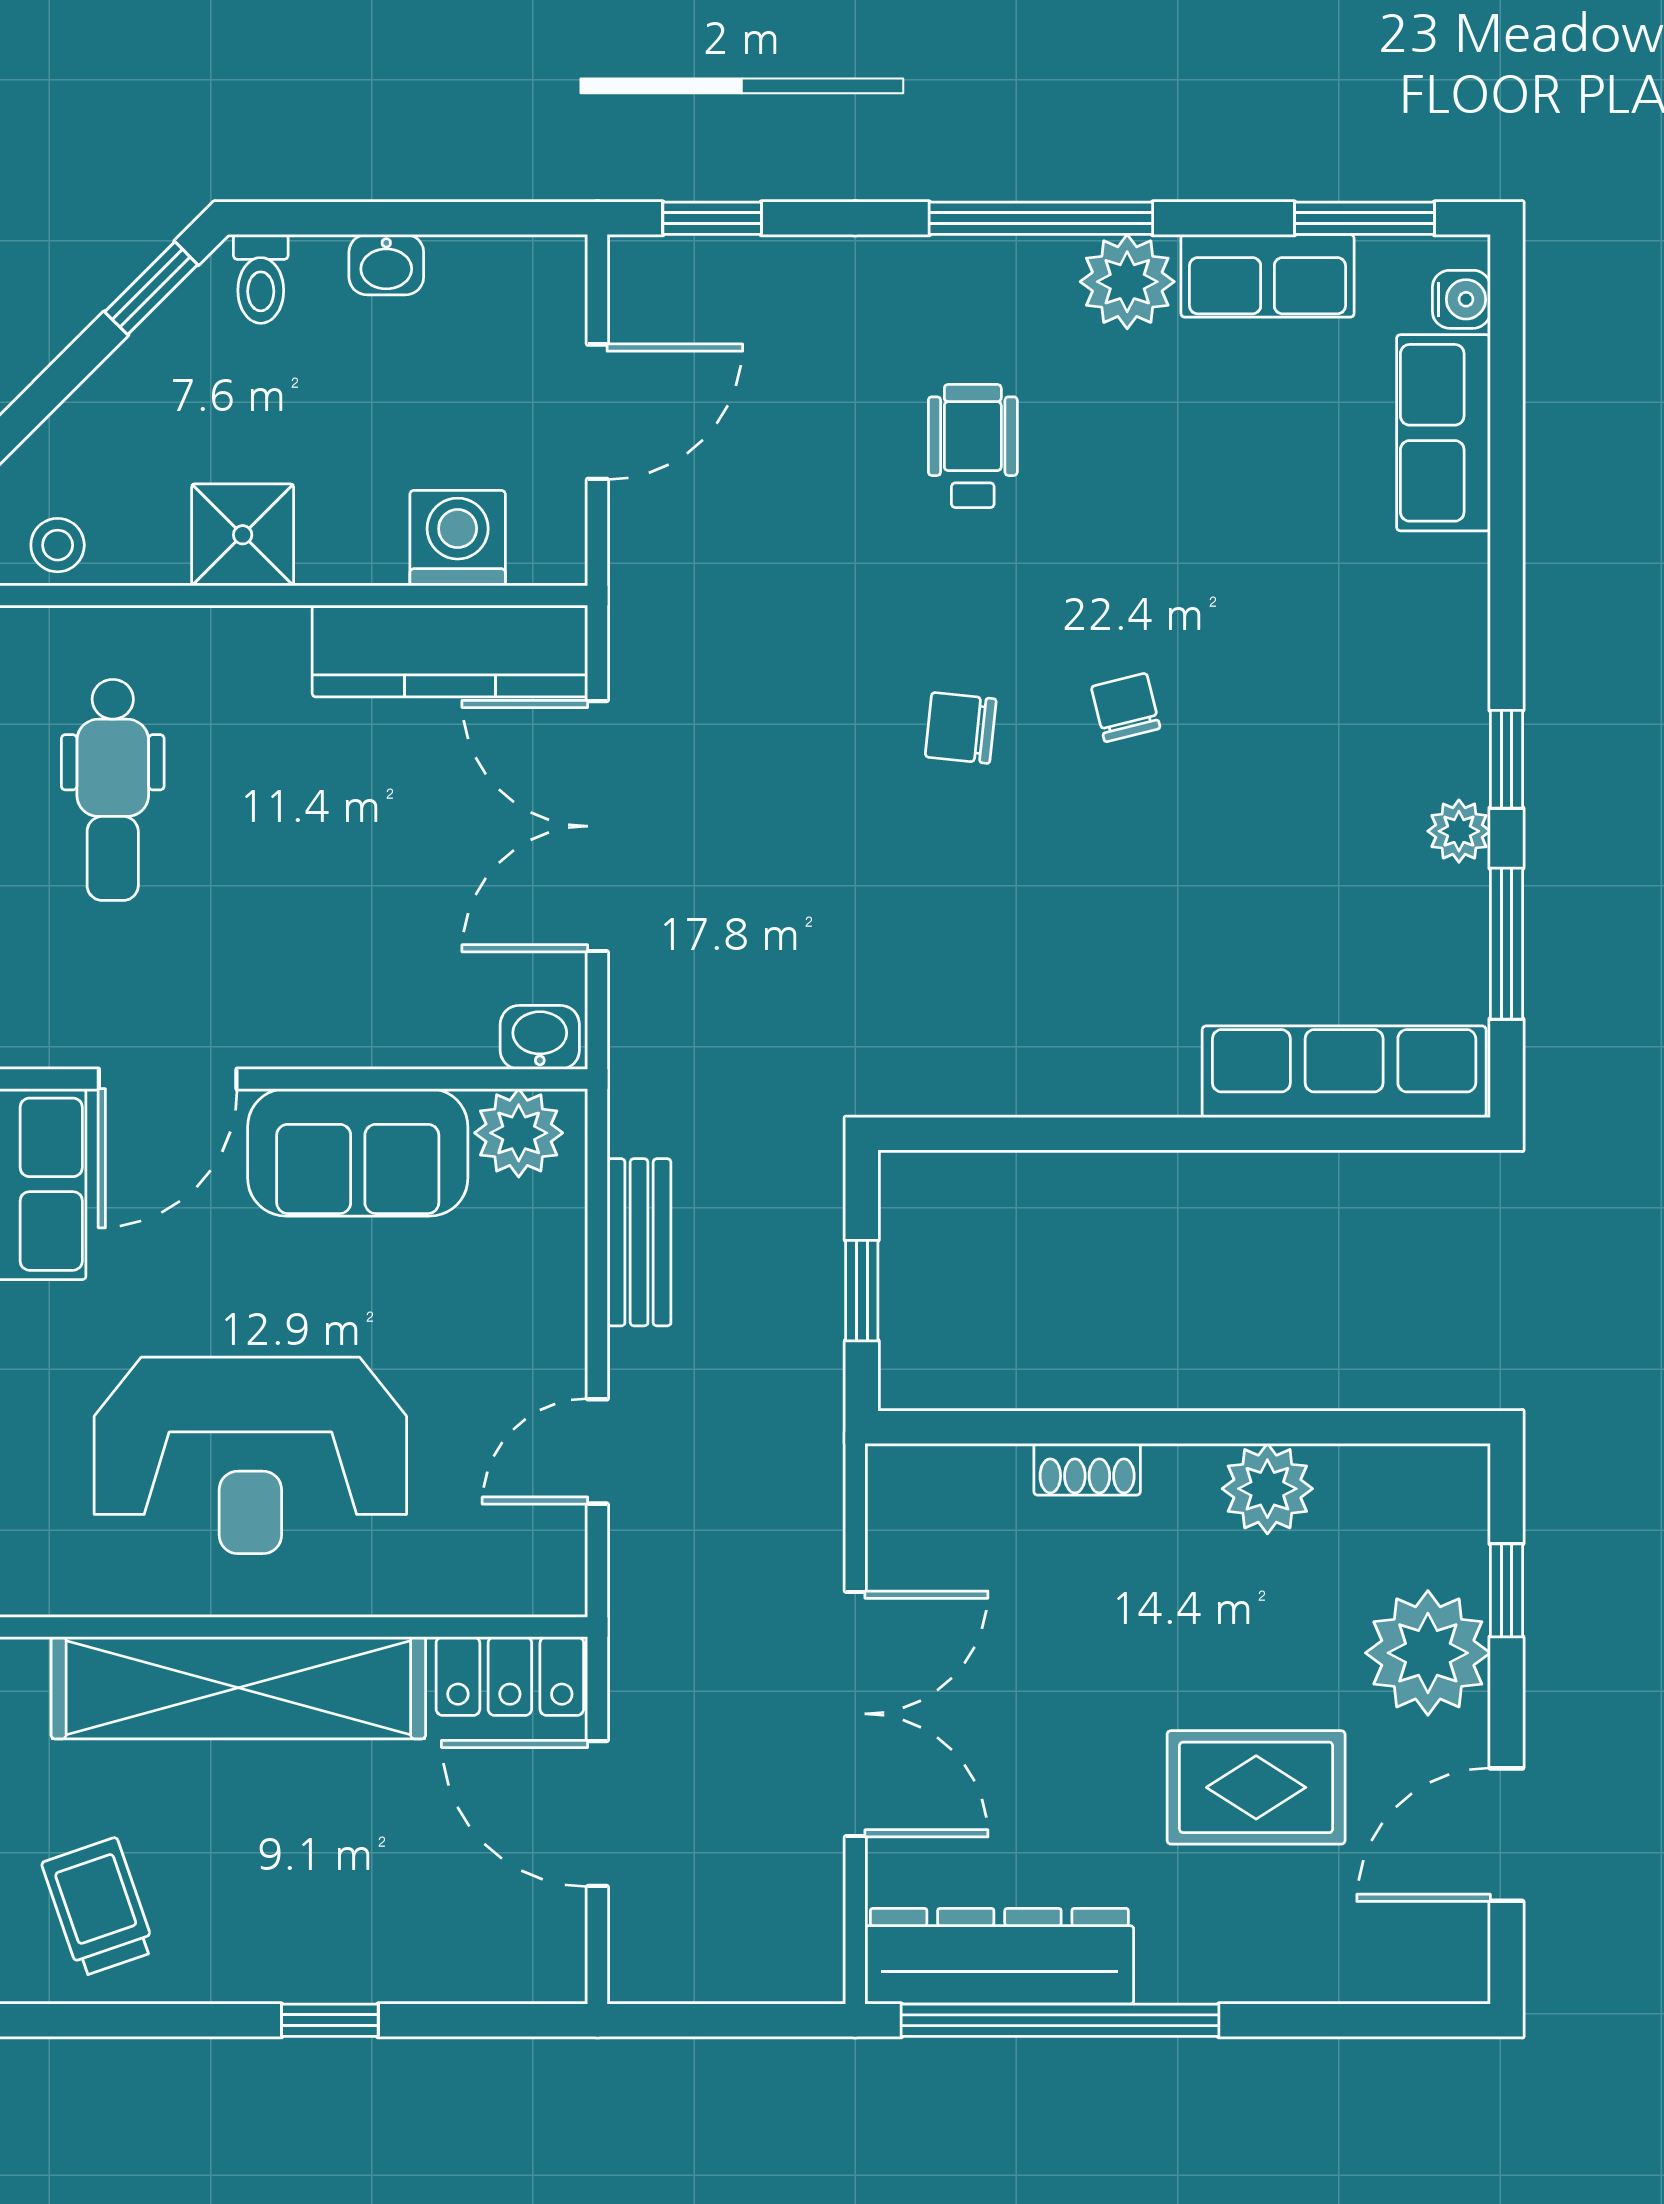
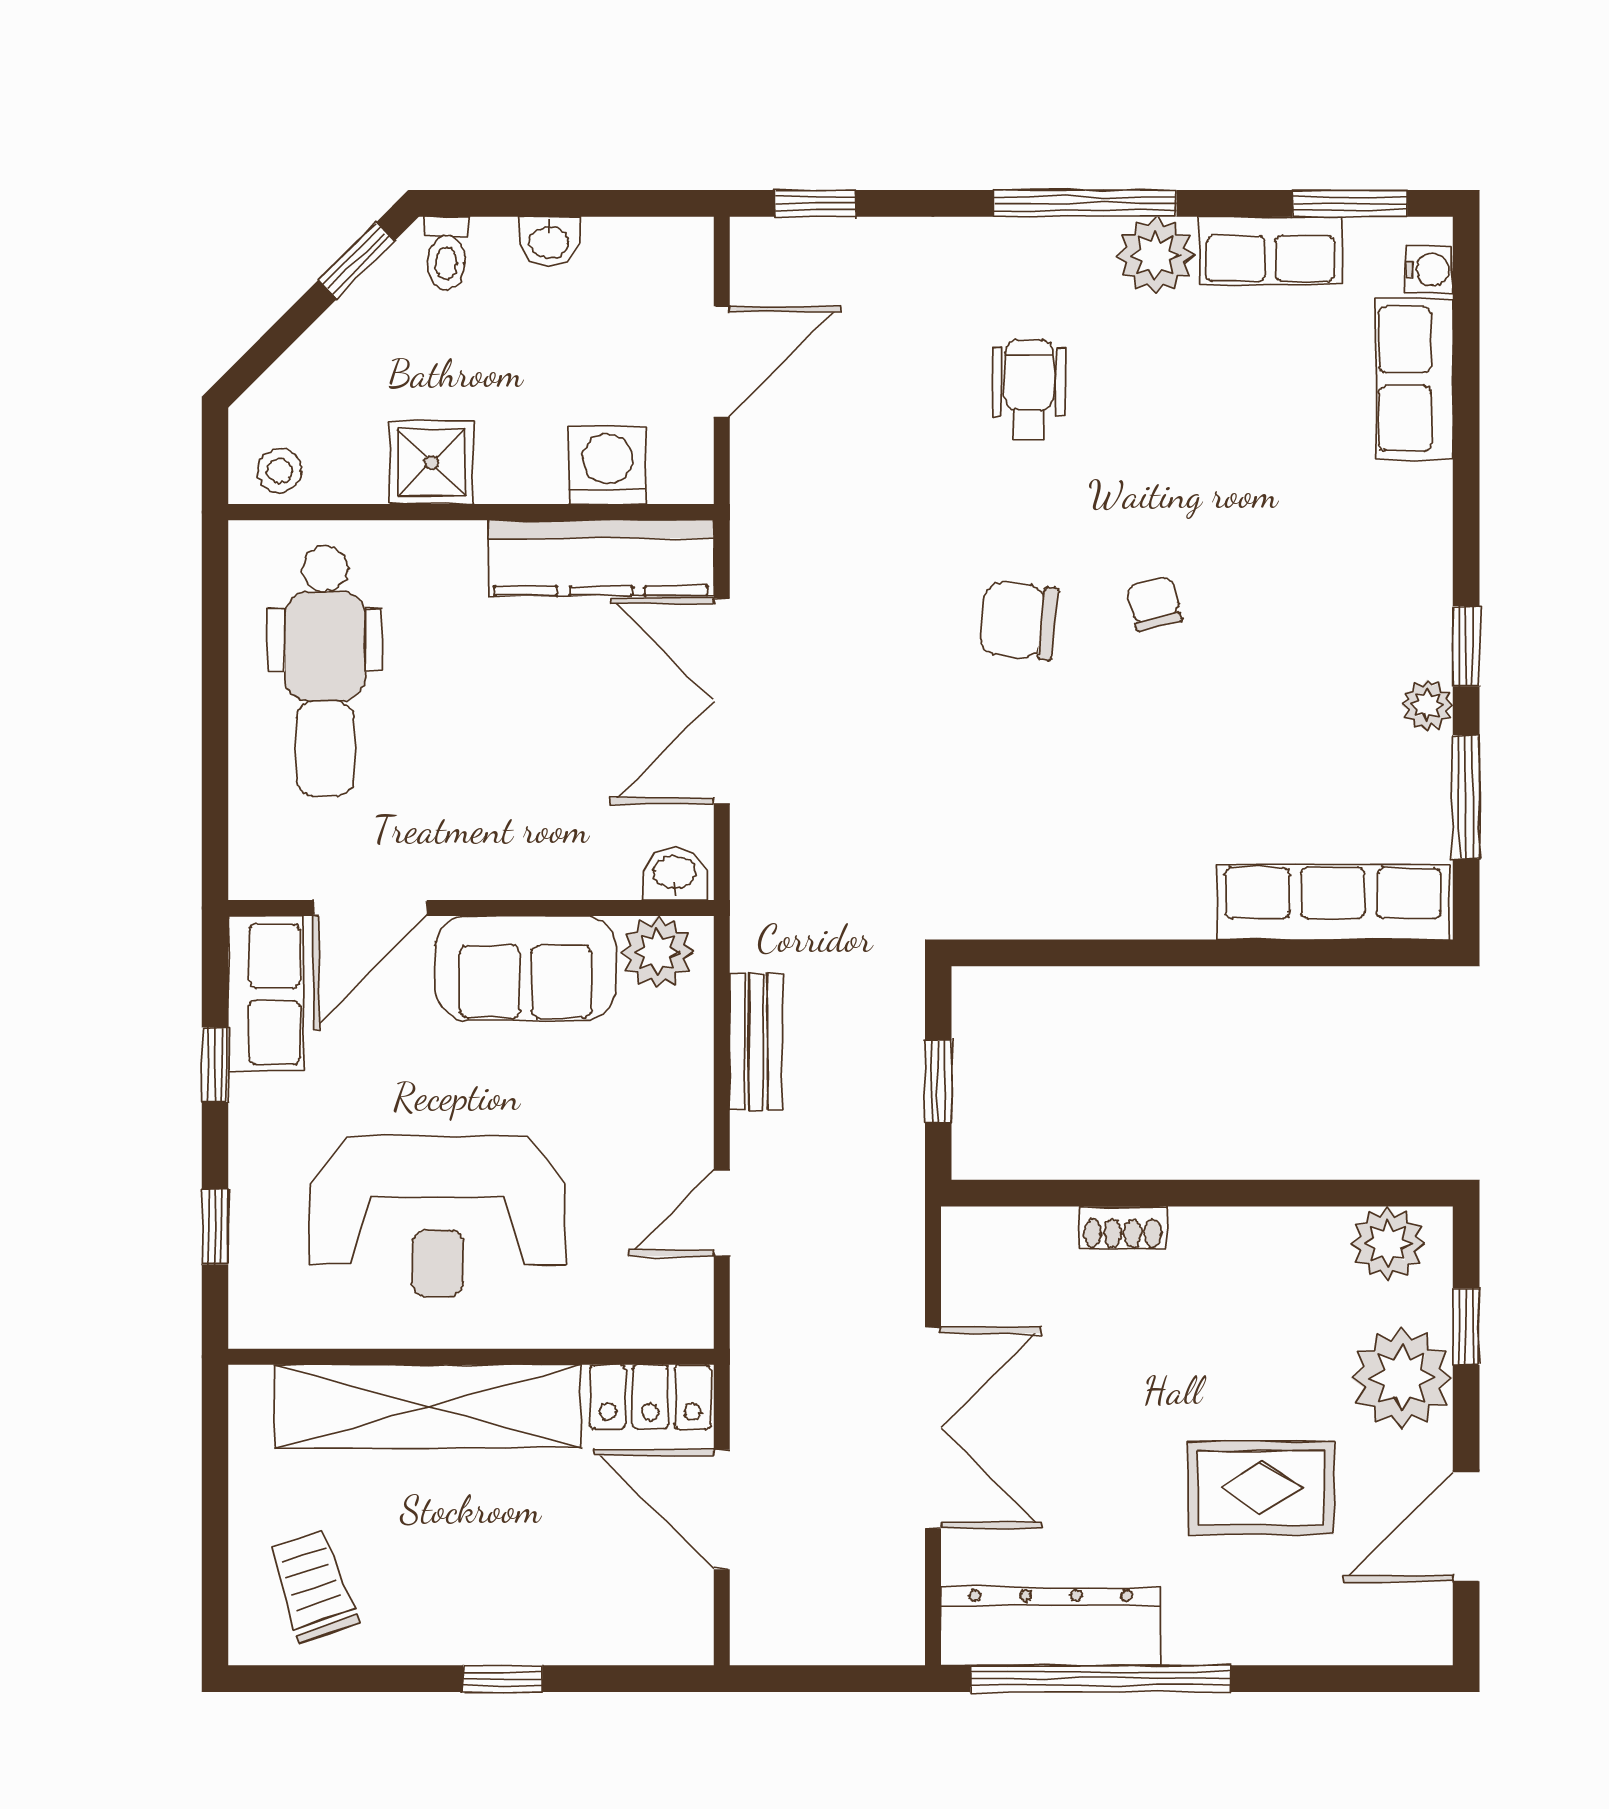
chair: (961, 728) -> (1019, 621), width x1.37, depth x1.37
dental chair: (113, 790) -> (325, 671), width x1.36, depth x1.38
plant: (1267, 1489) -> (1388, 1243), moved

